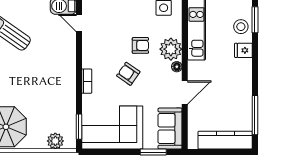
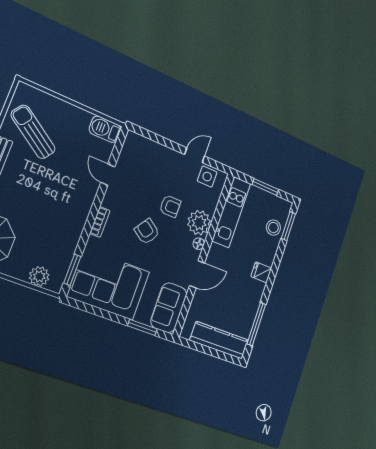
door: (79, 23) -> (108, 175), moved
fridge: (243, 50) -> (261, 272), moved

